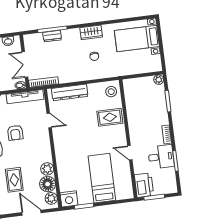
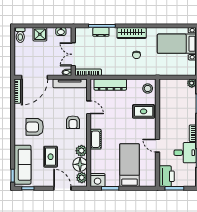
wardrobe: (91, 32) -> (132, 33), width x1.50
armchair: (15, 133) -> (73, 122), moved
cot: (61, 154) -> (96, 139), added

